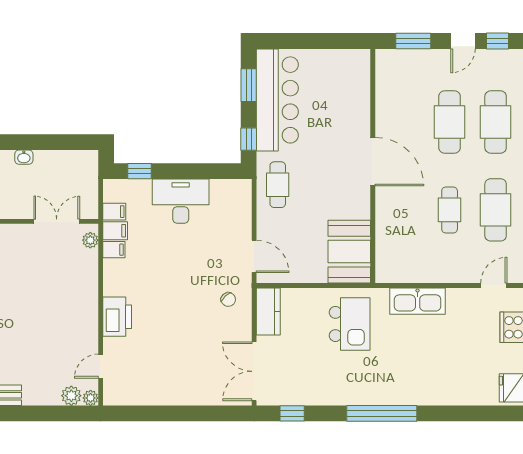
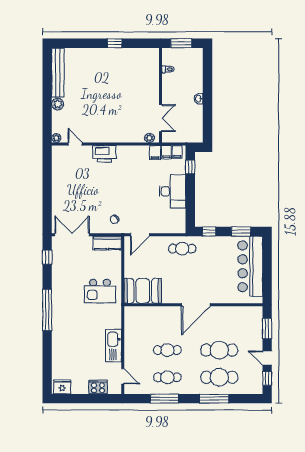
bar counter: (277, 100) -> (250, 266), moved, turned 90
cafe table: (496, 210) -> (167, 377), width x0.73, depth x0.74
filing cabinet: (114, 250) -> (177, 152), moved
kitchen sink: (418, 301) -> (113, 346), moved
plant: (71, 396) -> (58, 104), moved

